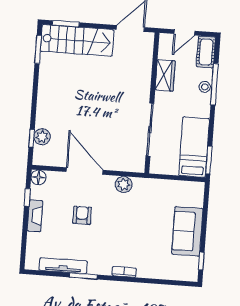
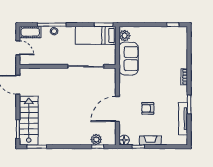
wardrobe: (165, 75) -> (48, 59), removed
plant: (124, 184) -> (125, 36), moved
sofa: (187, 231) -> (129, 59), moved, turned -90

